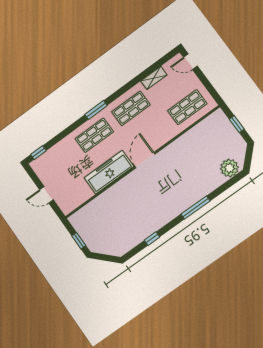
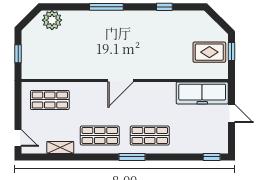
freezer: (109, 172) -> (202, 93), moved
rug: (95, 229) -> (209, 52), added

